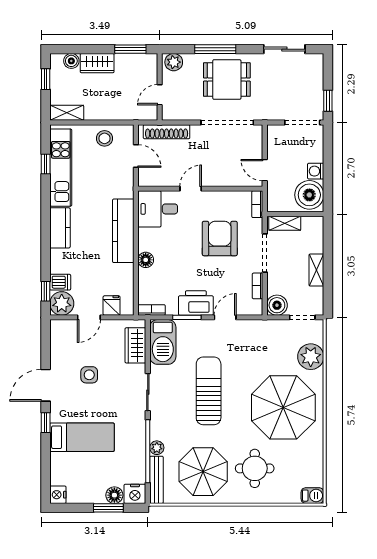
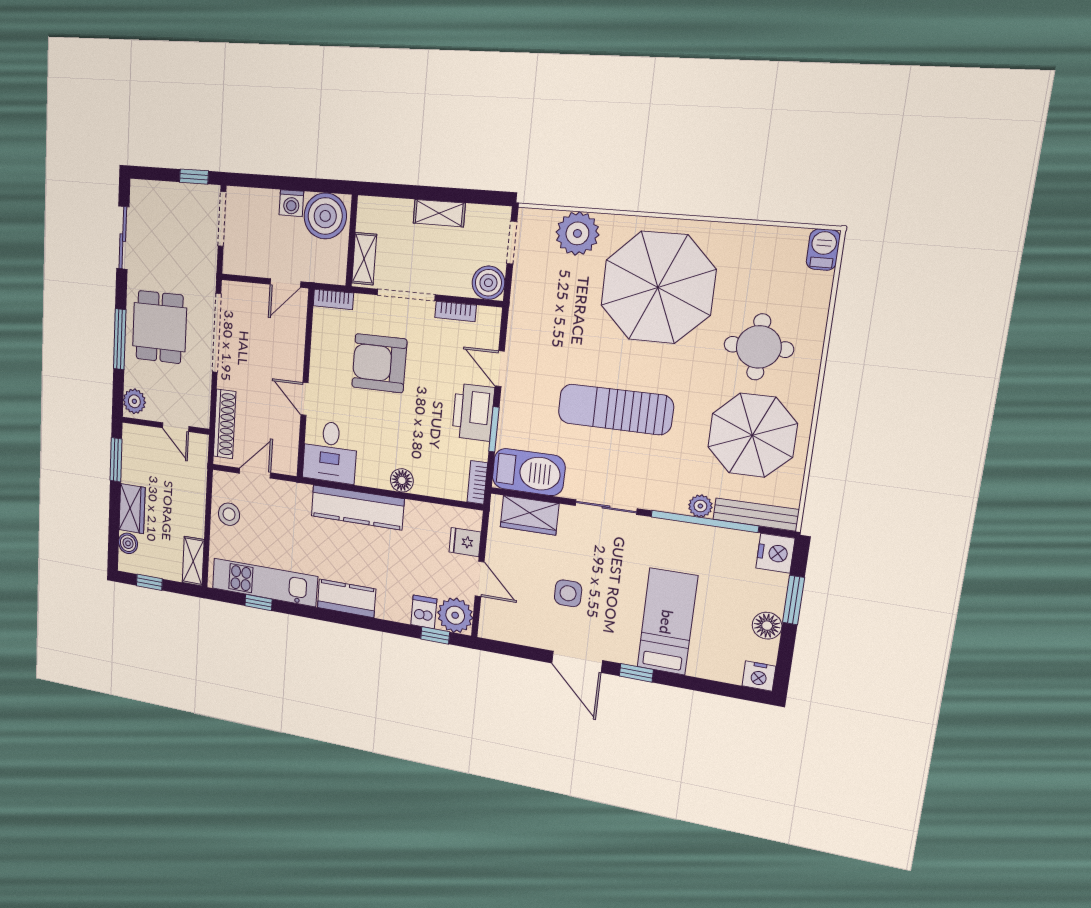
floor lamp: (114, 495) -> (767, 626), moved

